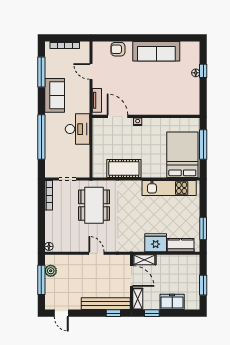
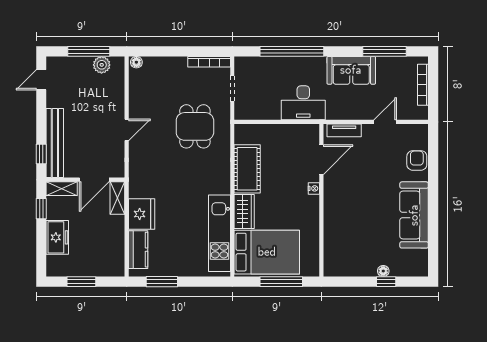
wardrobe: (154, 171) -> (244, 212), added
dining table: (94, 205) -> (195, 126), width x0.73

